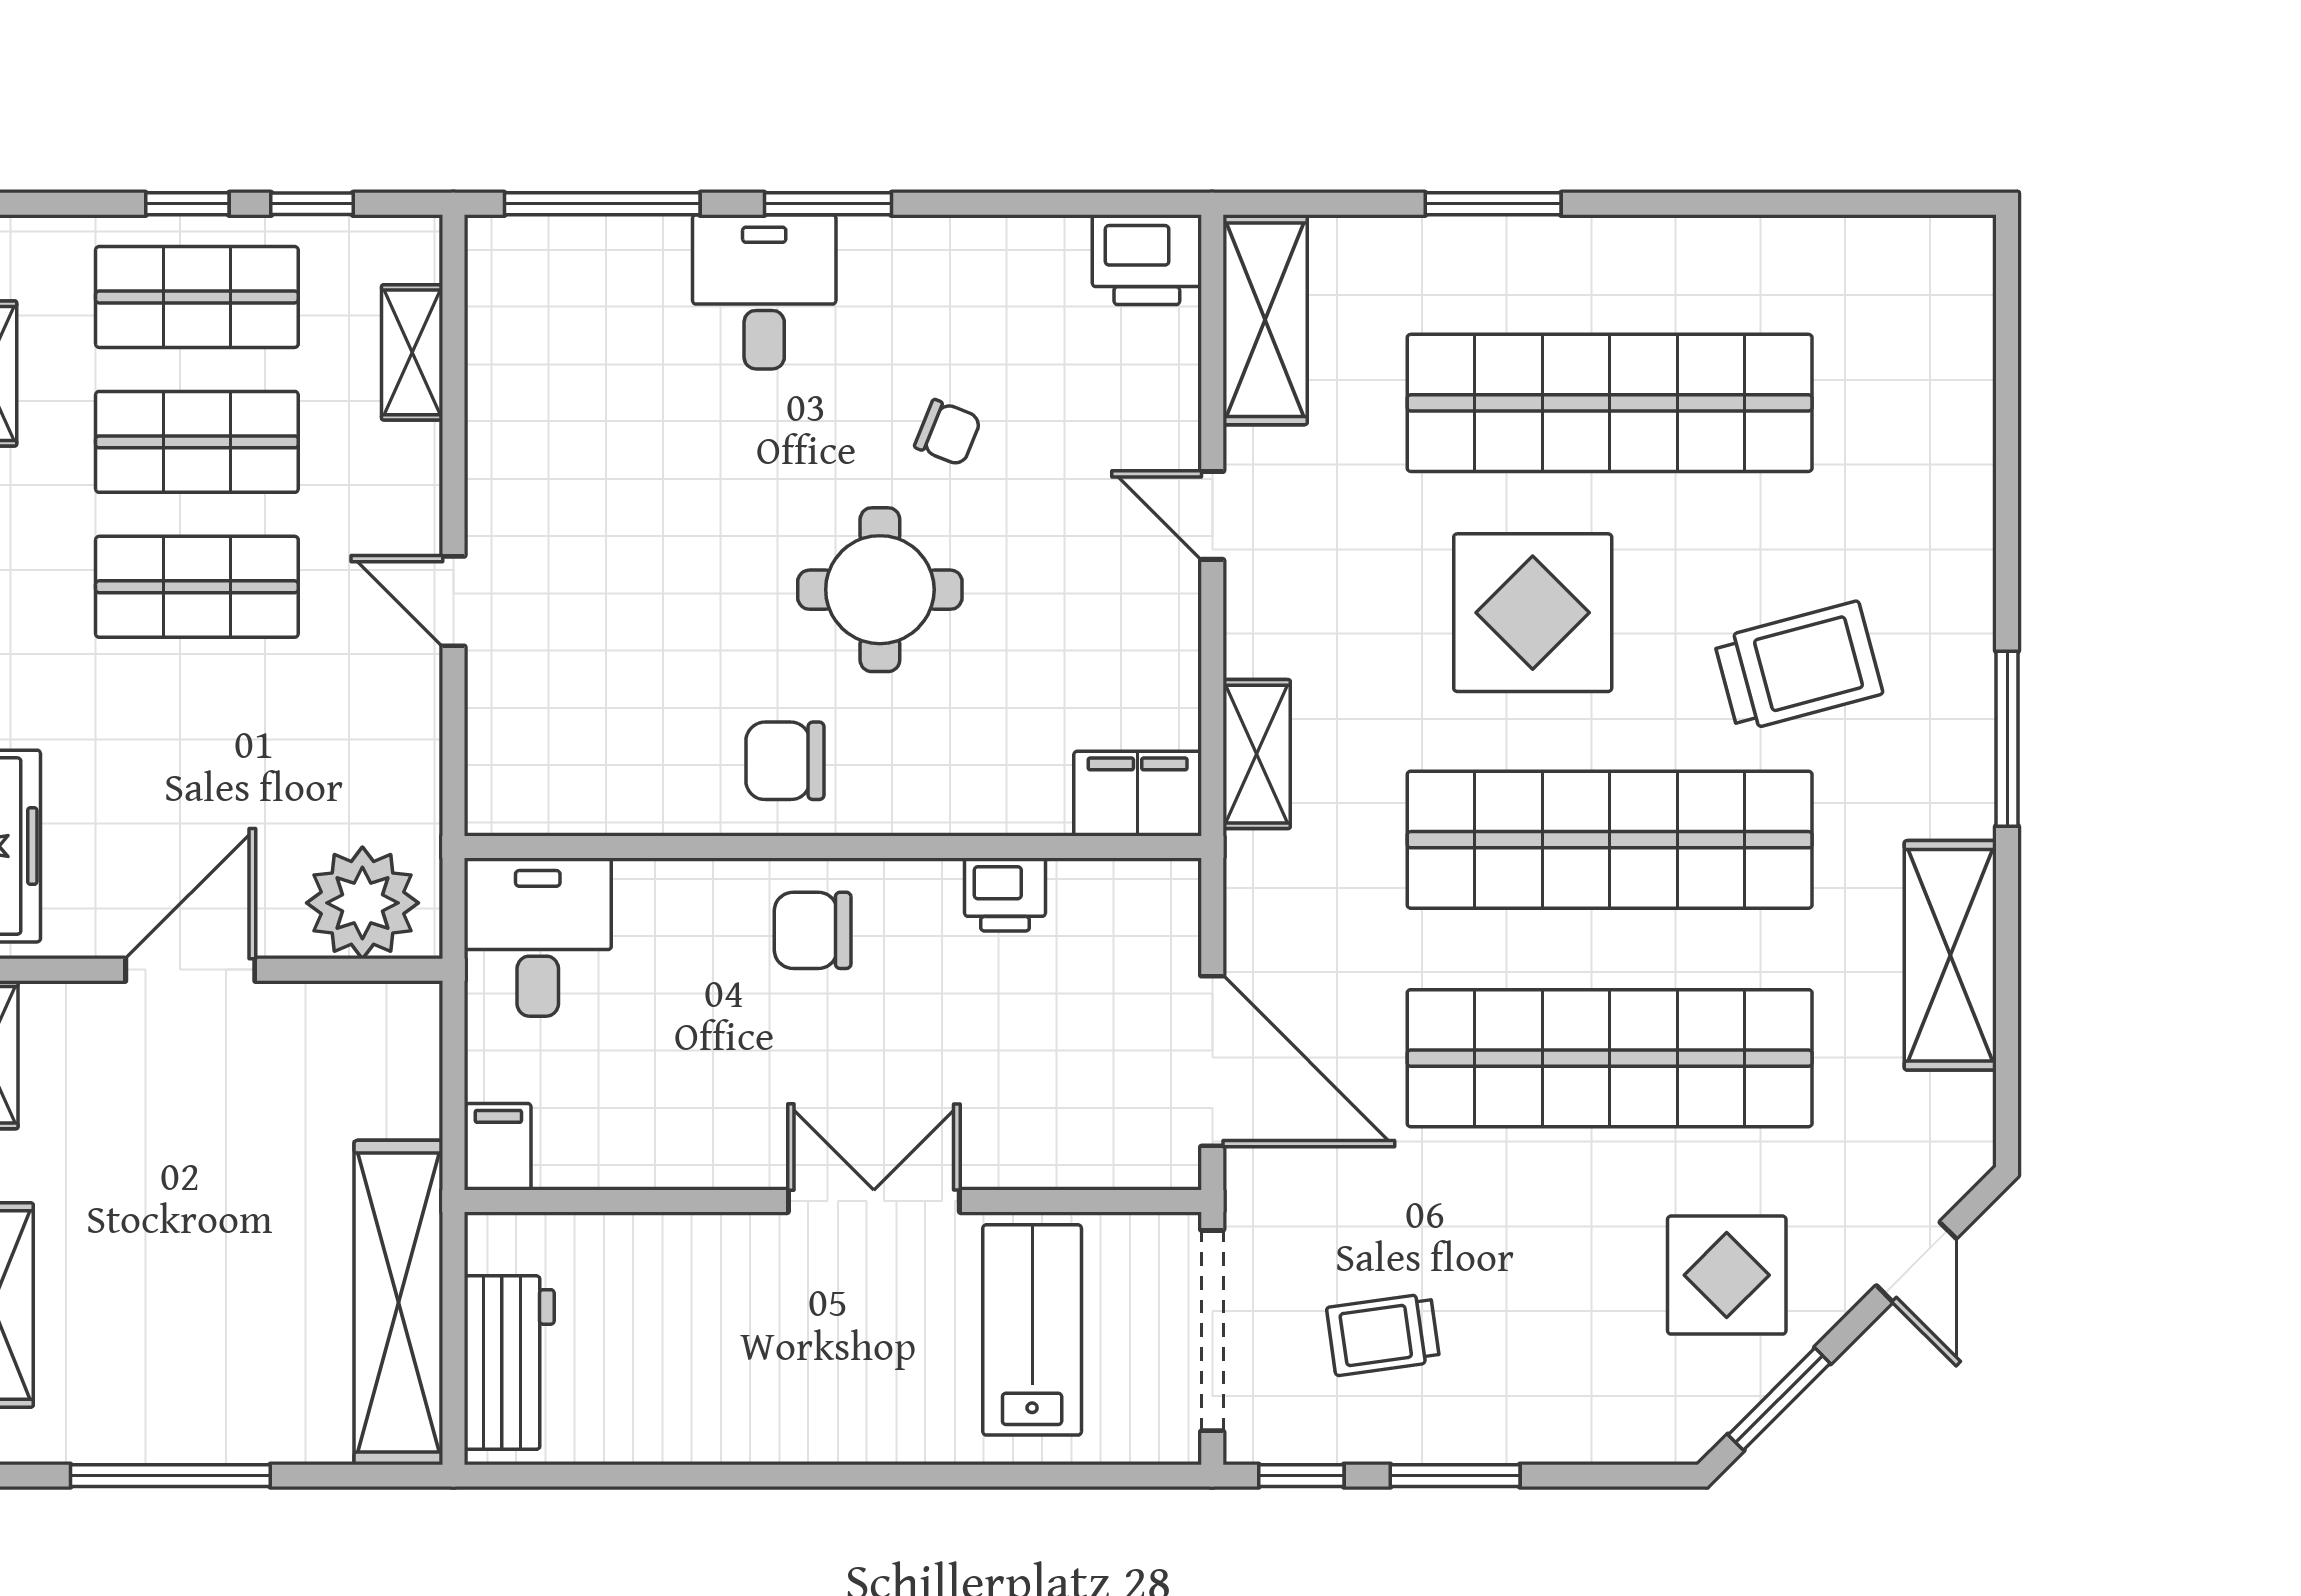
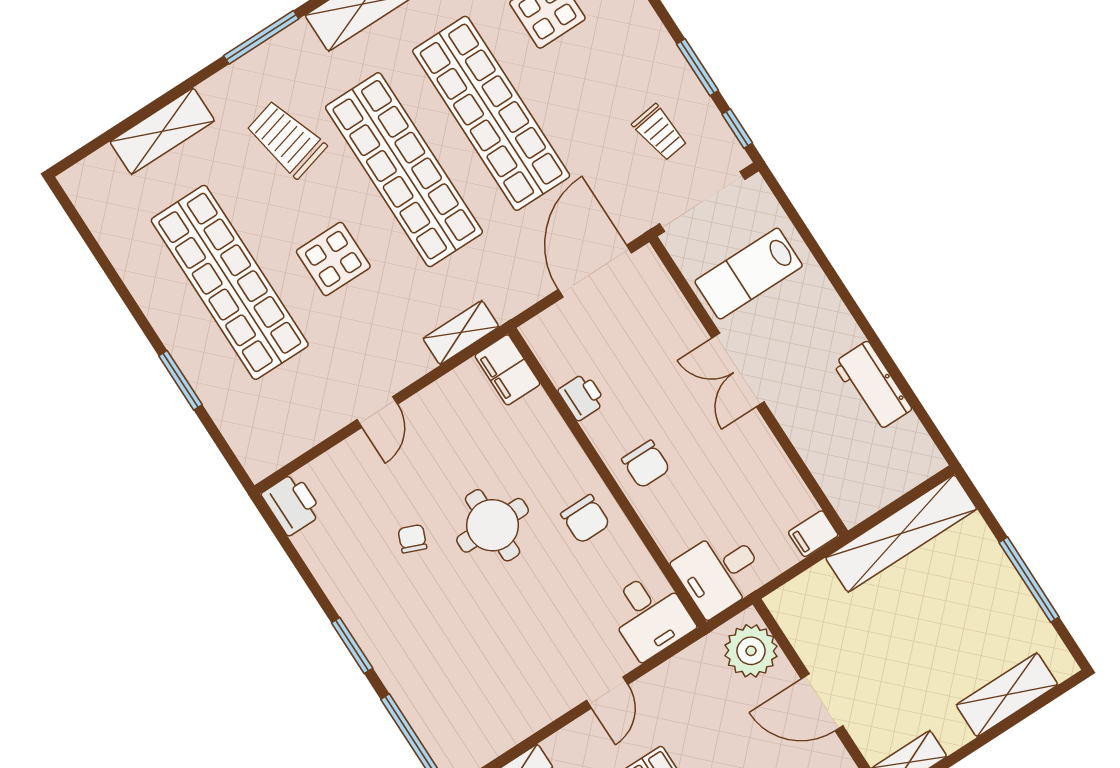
desk: (764, 292) -> (650, 615), moved, turned -90
shelving: (1265, 320) -> (162, 131), moved
display table: (1533, 613) -> (333, 259), width x0.73, depth x0.73
workbench: (509, 1363) -> (872, 386), moved, turned -90

